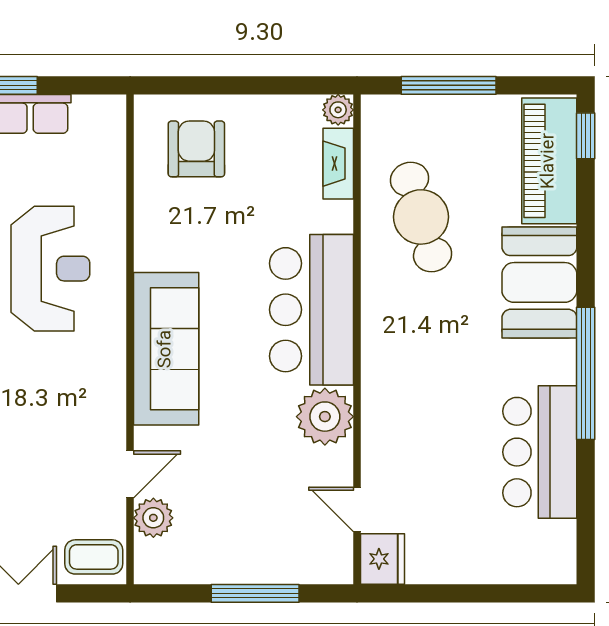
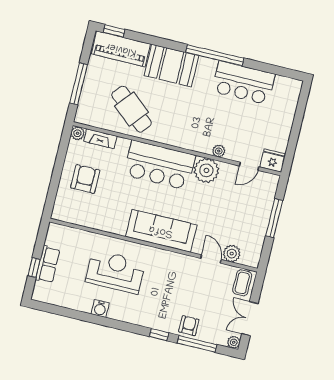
armchair: (196, 149) -> (85, 179), moved, turned 90
cafe table: (421, 217) -> (132, 109), turned 57
plant: (375, 434) -> (219, 151), added

